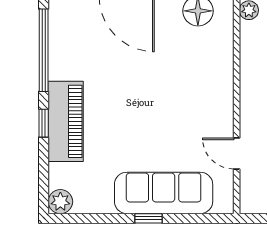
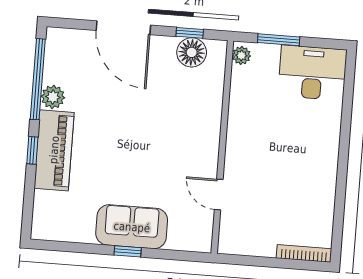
sofa: (164, 193) -> (132, 227), width x0.73
plant: (60, 202) -> (53, 97), moved

